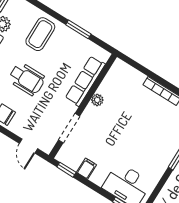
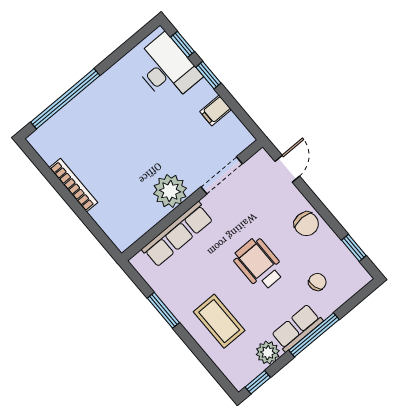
coffee table: (40, 34) -> (219, 321), turned 90
plant: (97, 100) -> (170, 191), width x1.88, depth x1.88
window: (66, 170) -> (208, 75), moved

